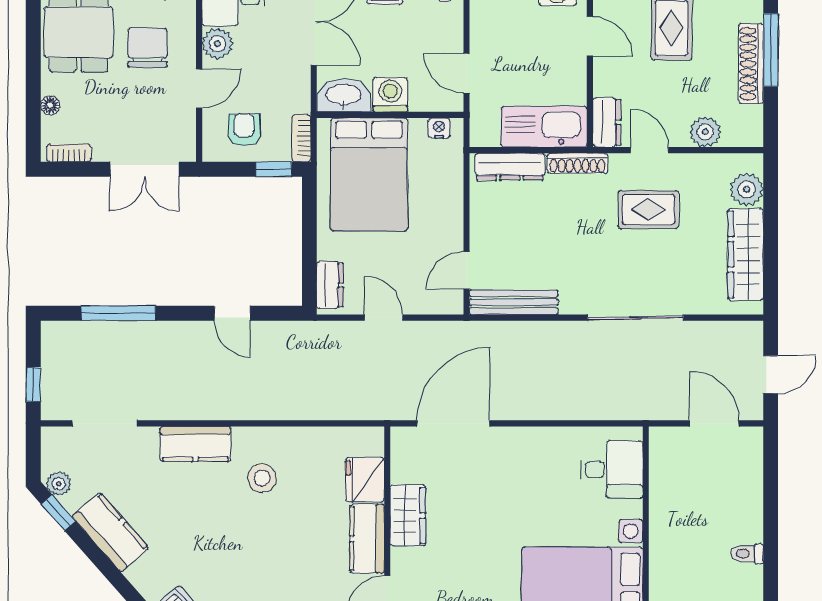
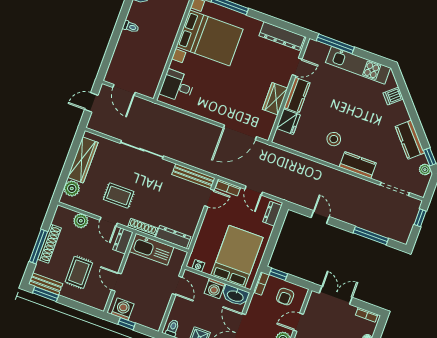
bookcase: (437, 305) -> (228, 188), added

